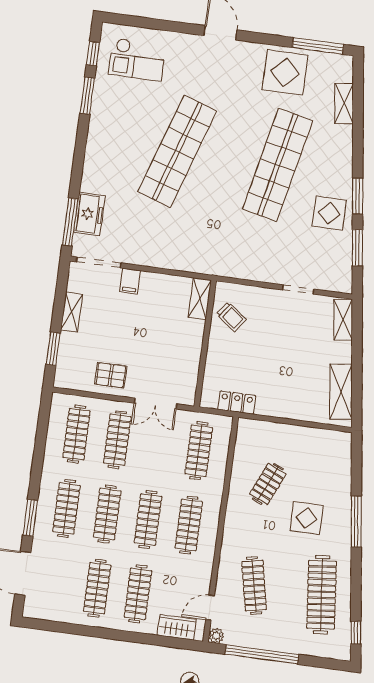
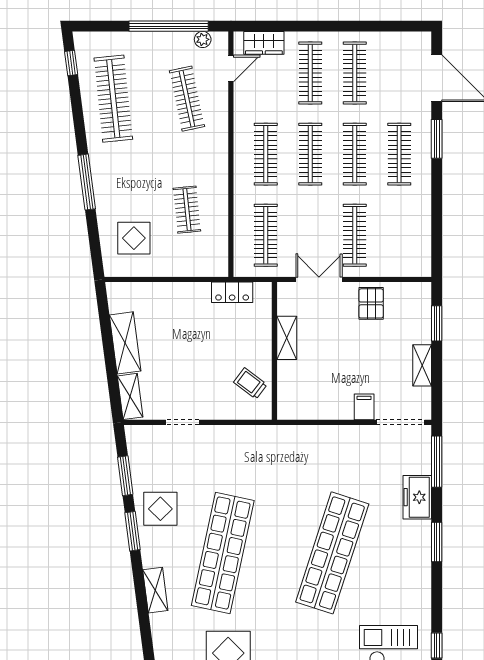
window: (87, 96) -> (437, 542), moved
shelving: (344, 104) -> (155, 590), moved
freezer: (89, 214) -> (417, 497), moved
shelving: (200, 299) -> (287, 338), moved
pallet: (111, 375) -> (371, 303), turned 90
shelving: (341, 392) -> (125, 343), moved
clothes rail: (77, 434) -> (399, 235), removed
clothes rail: (268, 484) -> (187, 210), turned -30
display table: (306, 518) -> (134, 238), moved
plant: (216, 636) -> (203, 39), moved

